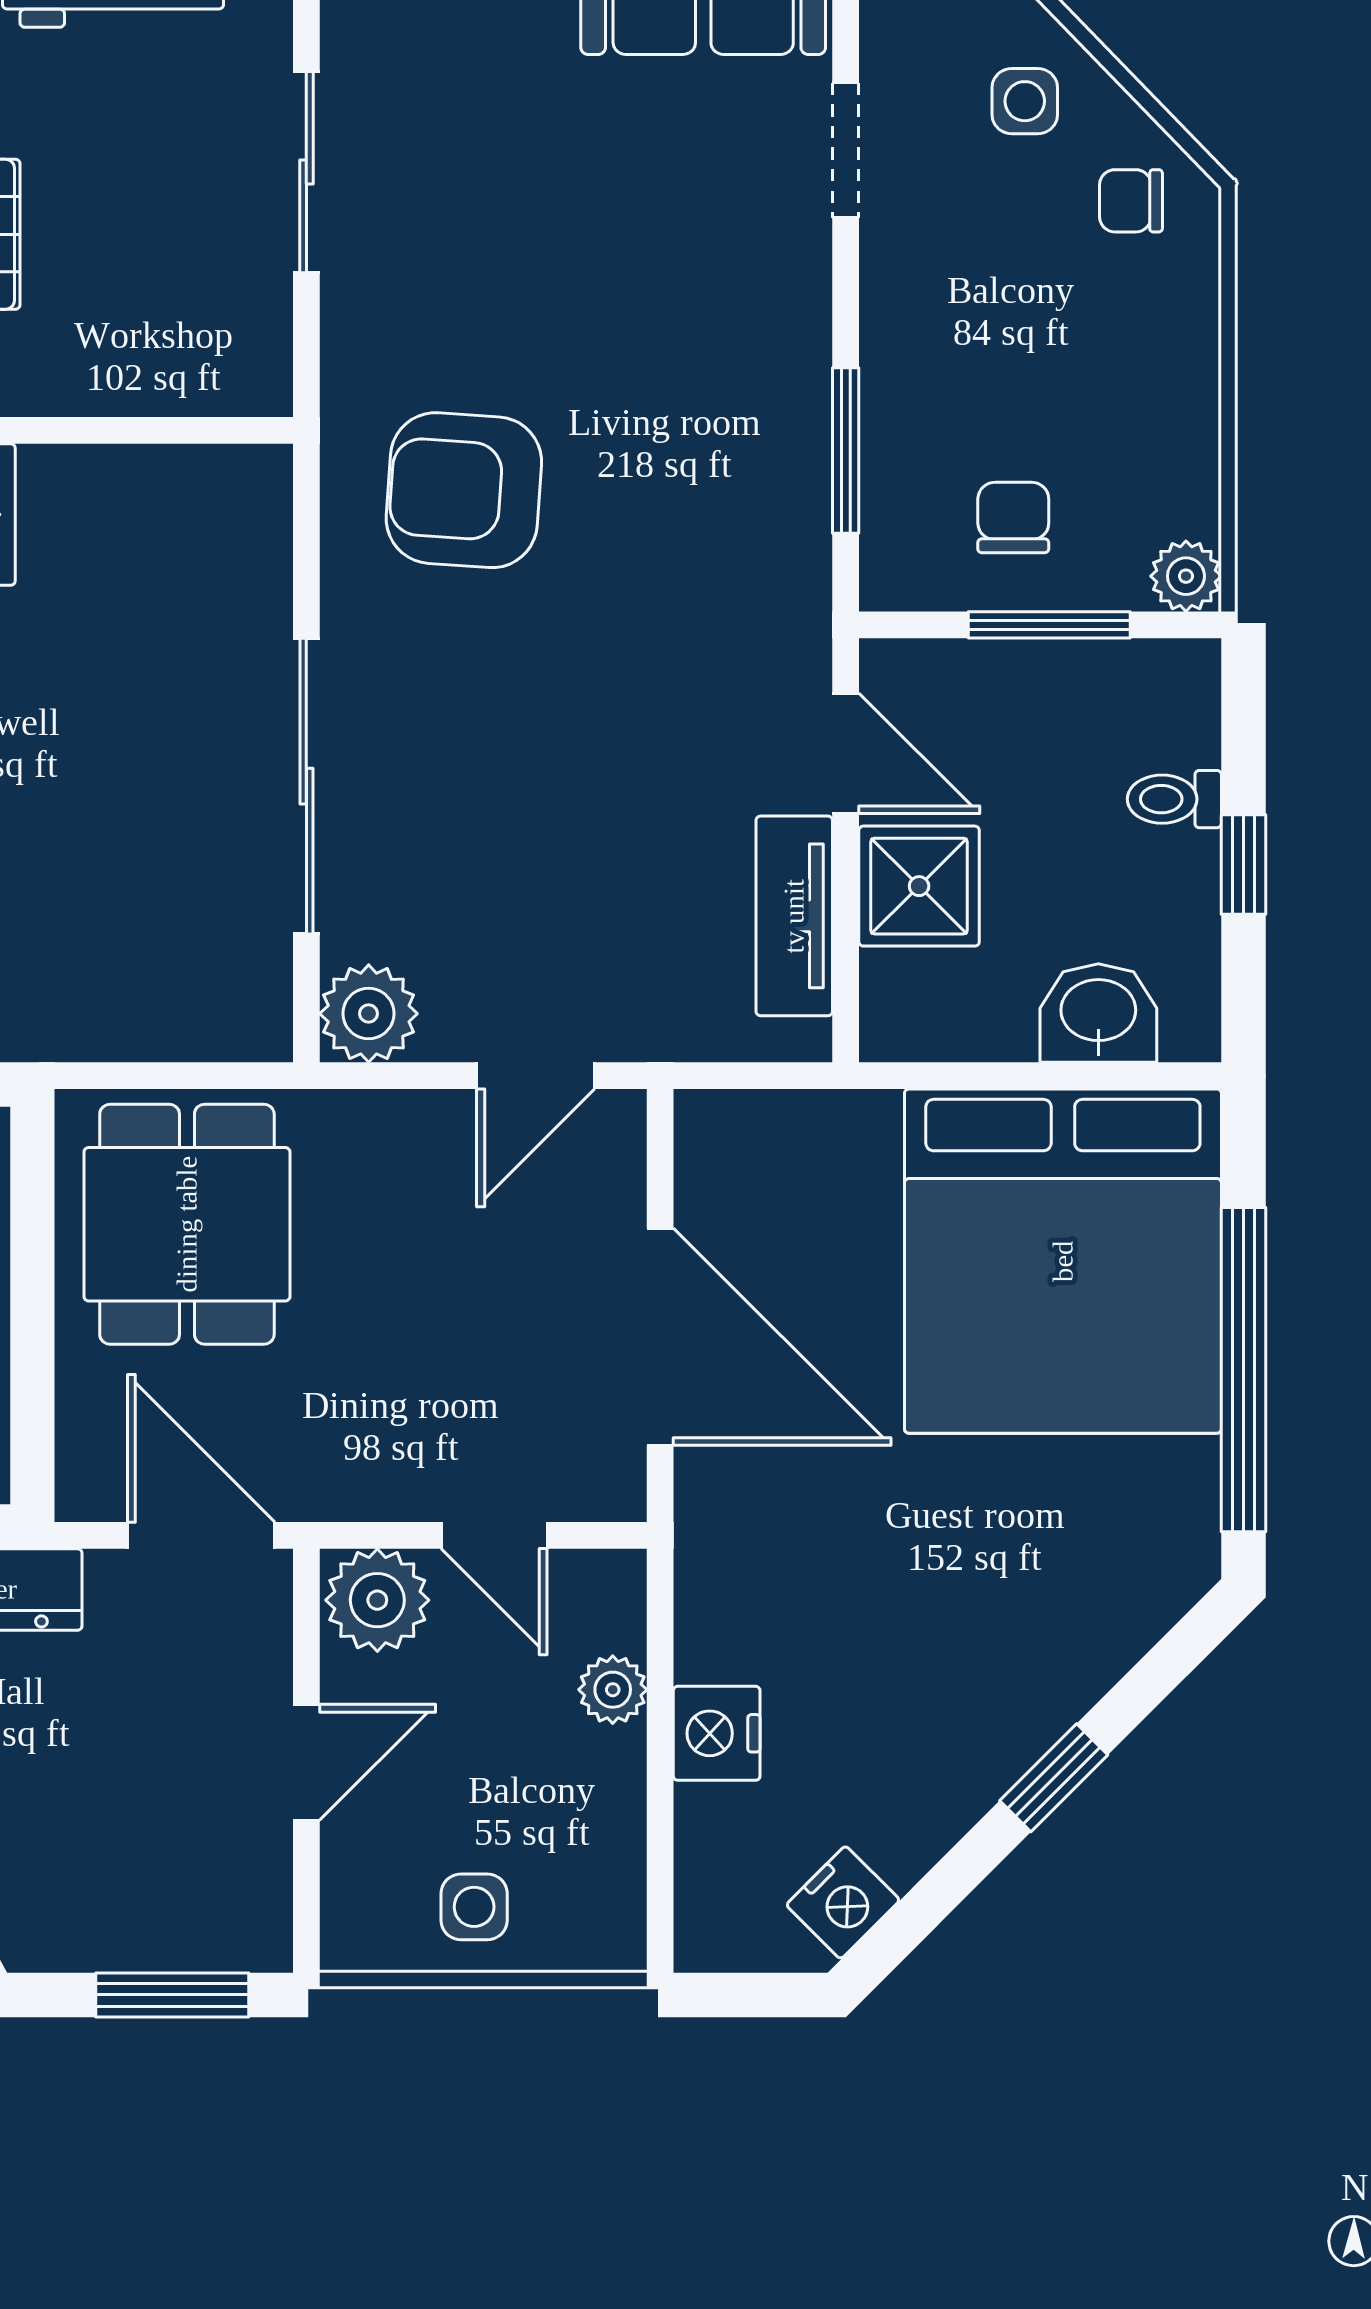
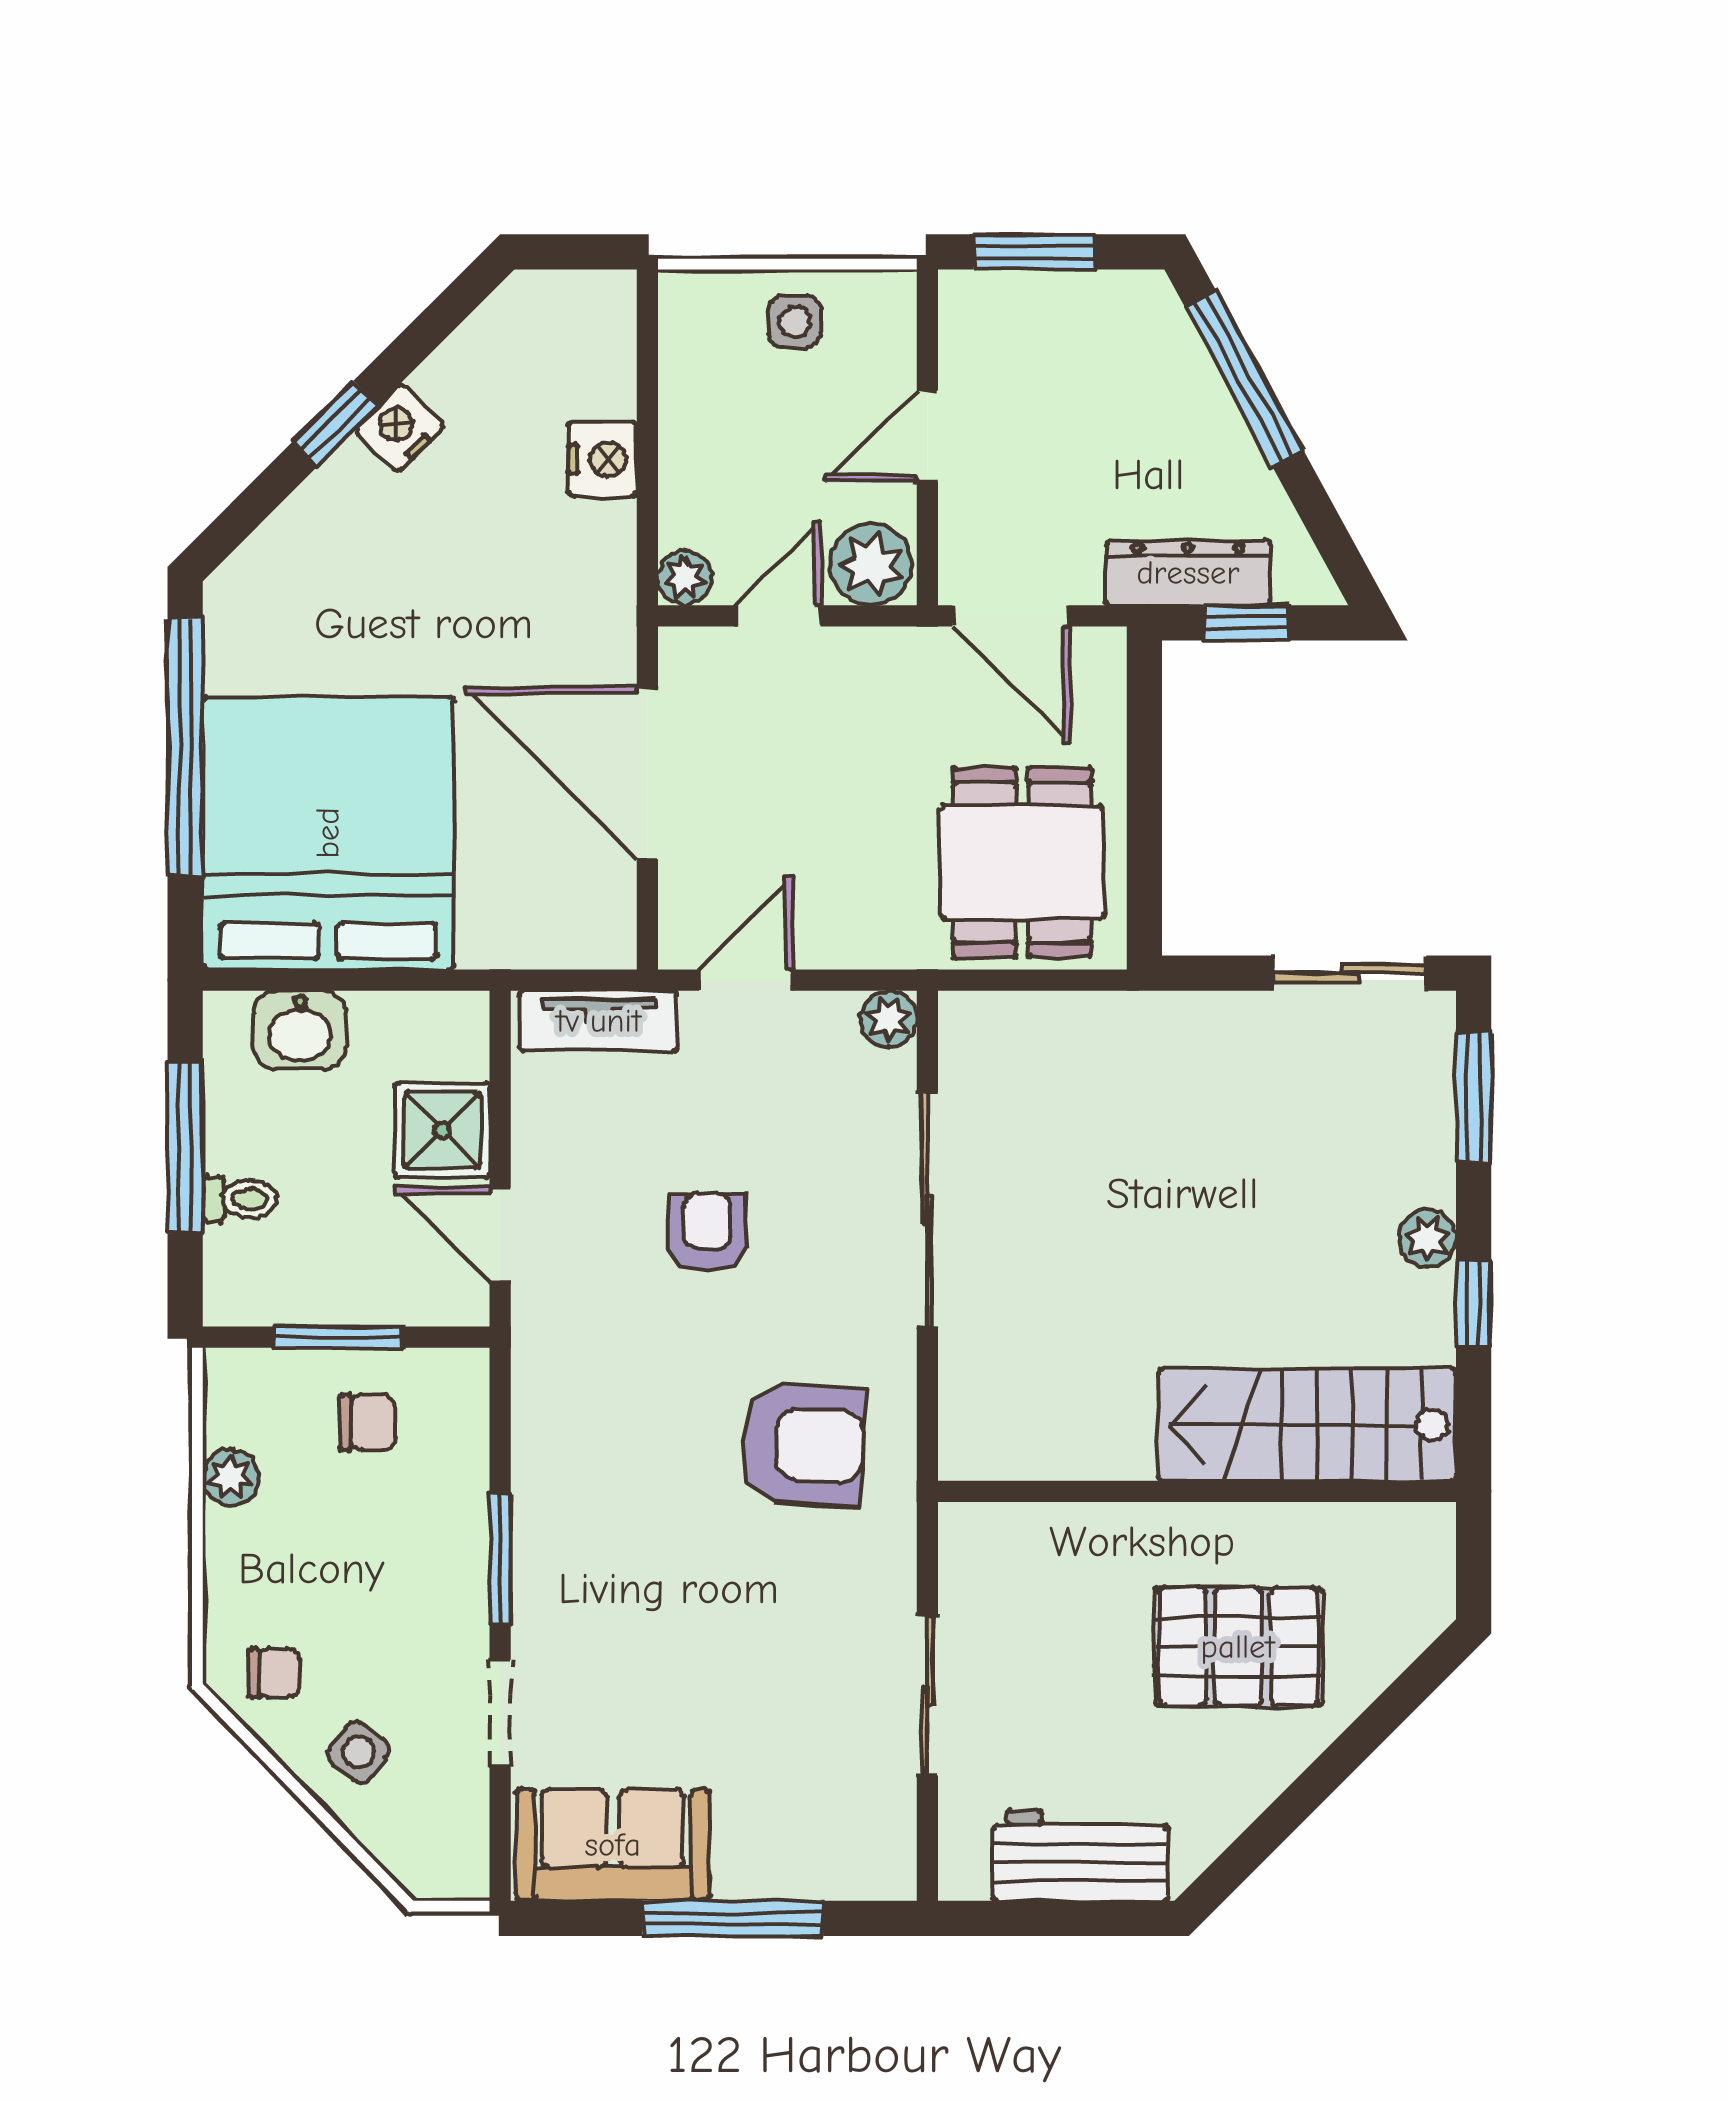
side table: (1025, 101) -> (358, 1752), turned 36
window: (846, 450) -> (500, 1559), moved
chair: (1013, 517) -> (367, 1422), turned -90
plant: (1186, 576) -> (231, 1477), moved
armchair: (584, 757) -> (707, 1232), added
window: (1243, 864) -> (185, 1147), width x2.17
tv unit: (794, 916) -> (599, 1021), moved, turned 90
plant: (369, 1014) -> (889, 1019), width x0.73, depth x0.73
door: (494, 1535) -> (779, 616), hinge flipped
plant: (613, 1690) -> (685, 577), moved
nightstand: (843, 1902) -> (400, 428), moved

